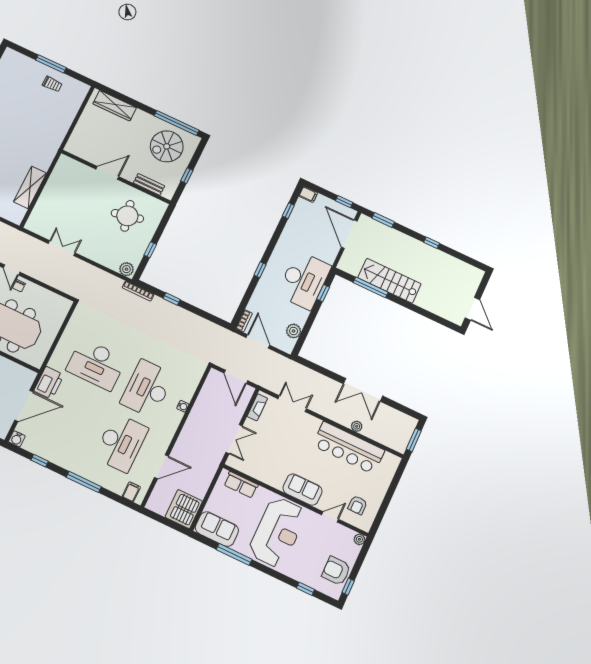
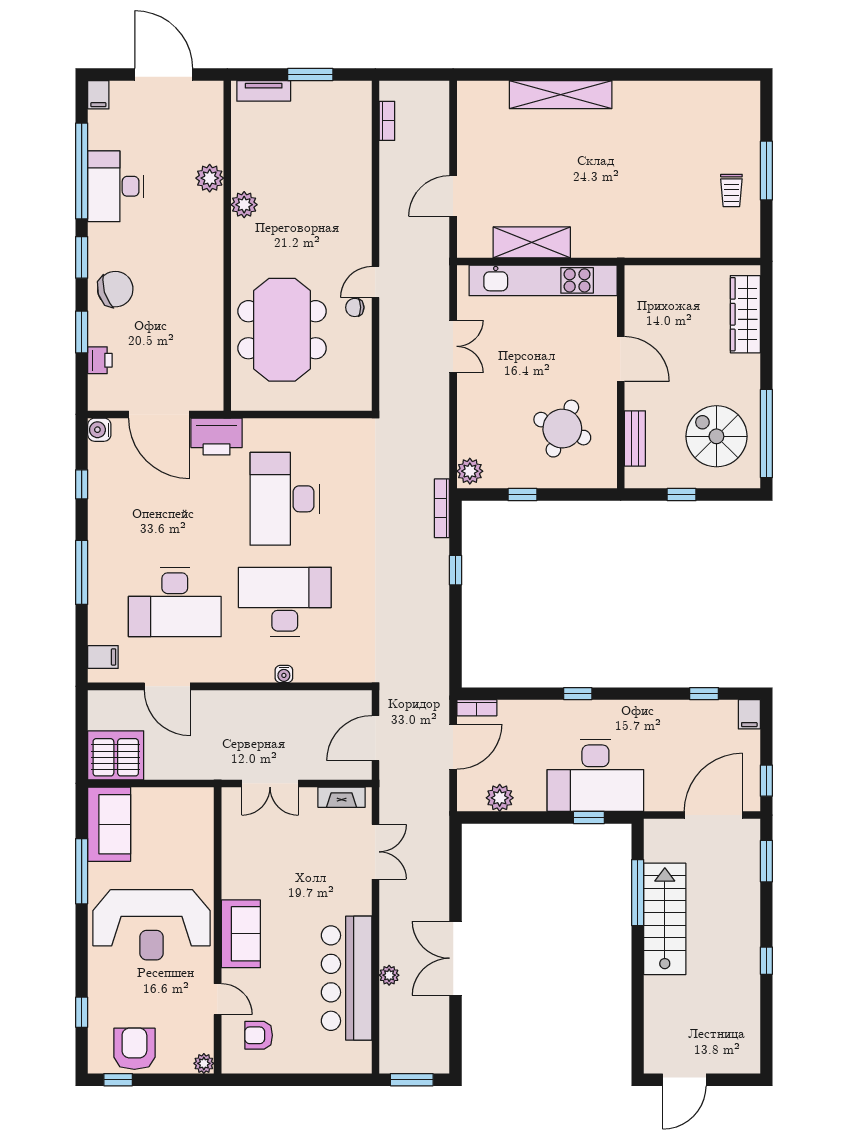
kitchen unit: (51, 191) -> (543, 280), added
round table: (127, 216) -> (562, 429), turned 36
row of seats: (241, 485) -> (200, 830), removed

